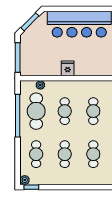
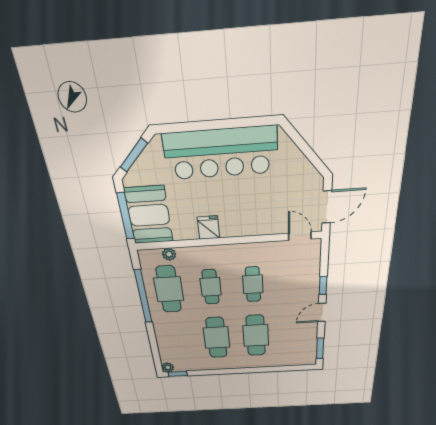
booth: (32, 58) -> (149, 215), added
cafe table: (36, 154) -> (178, 340), removed
cafe table: (65, 154) -> (217, 338), width x1.37, depth x1.35
cafe table: (93, 154) -> (256, 336), width x1.37, depth x1.35

